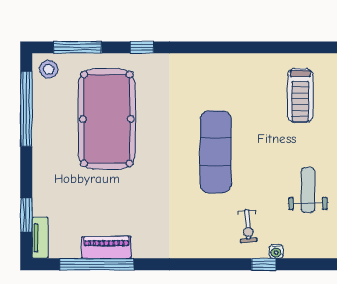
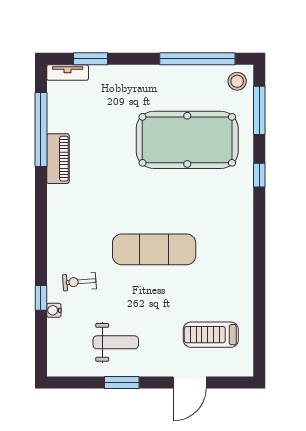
piano: (106, 247) -> (58, 159), moved

